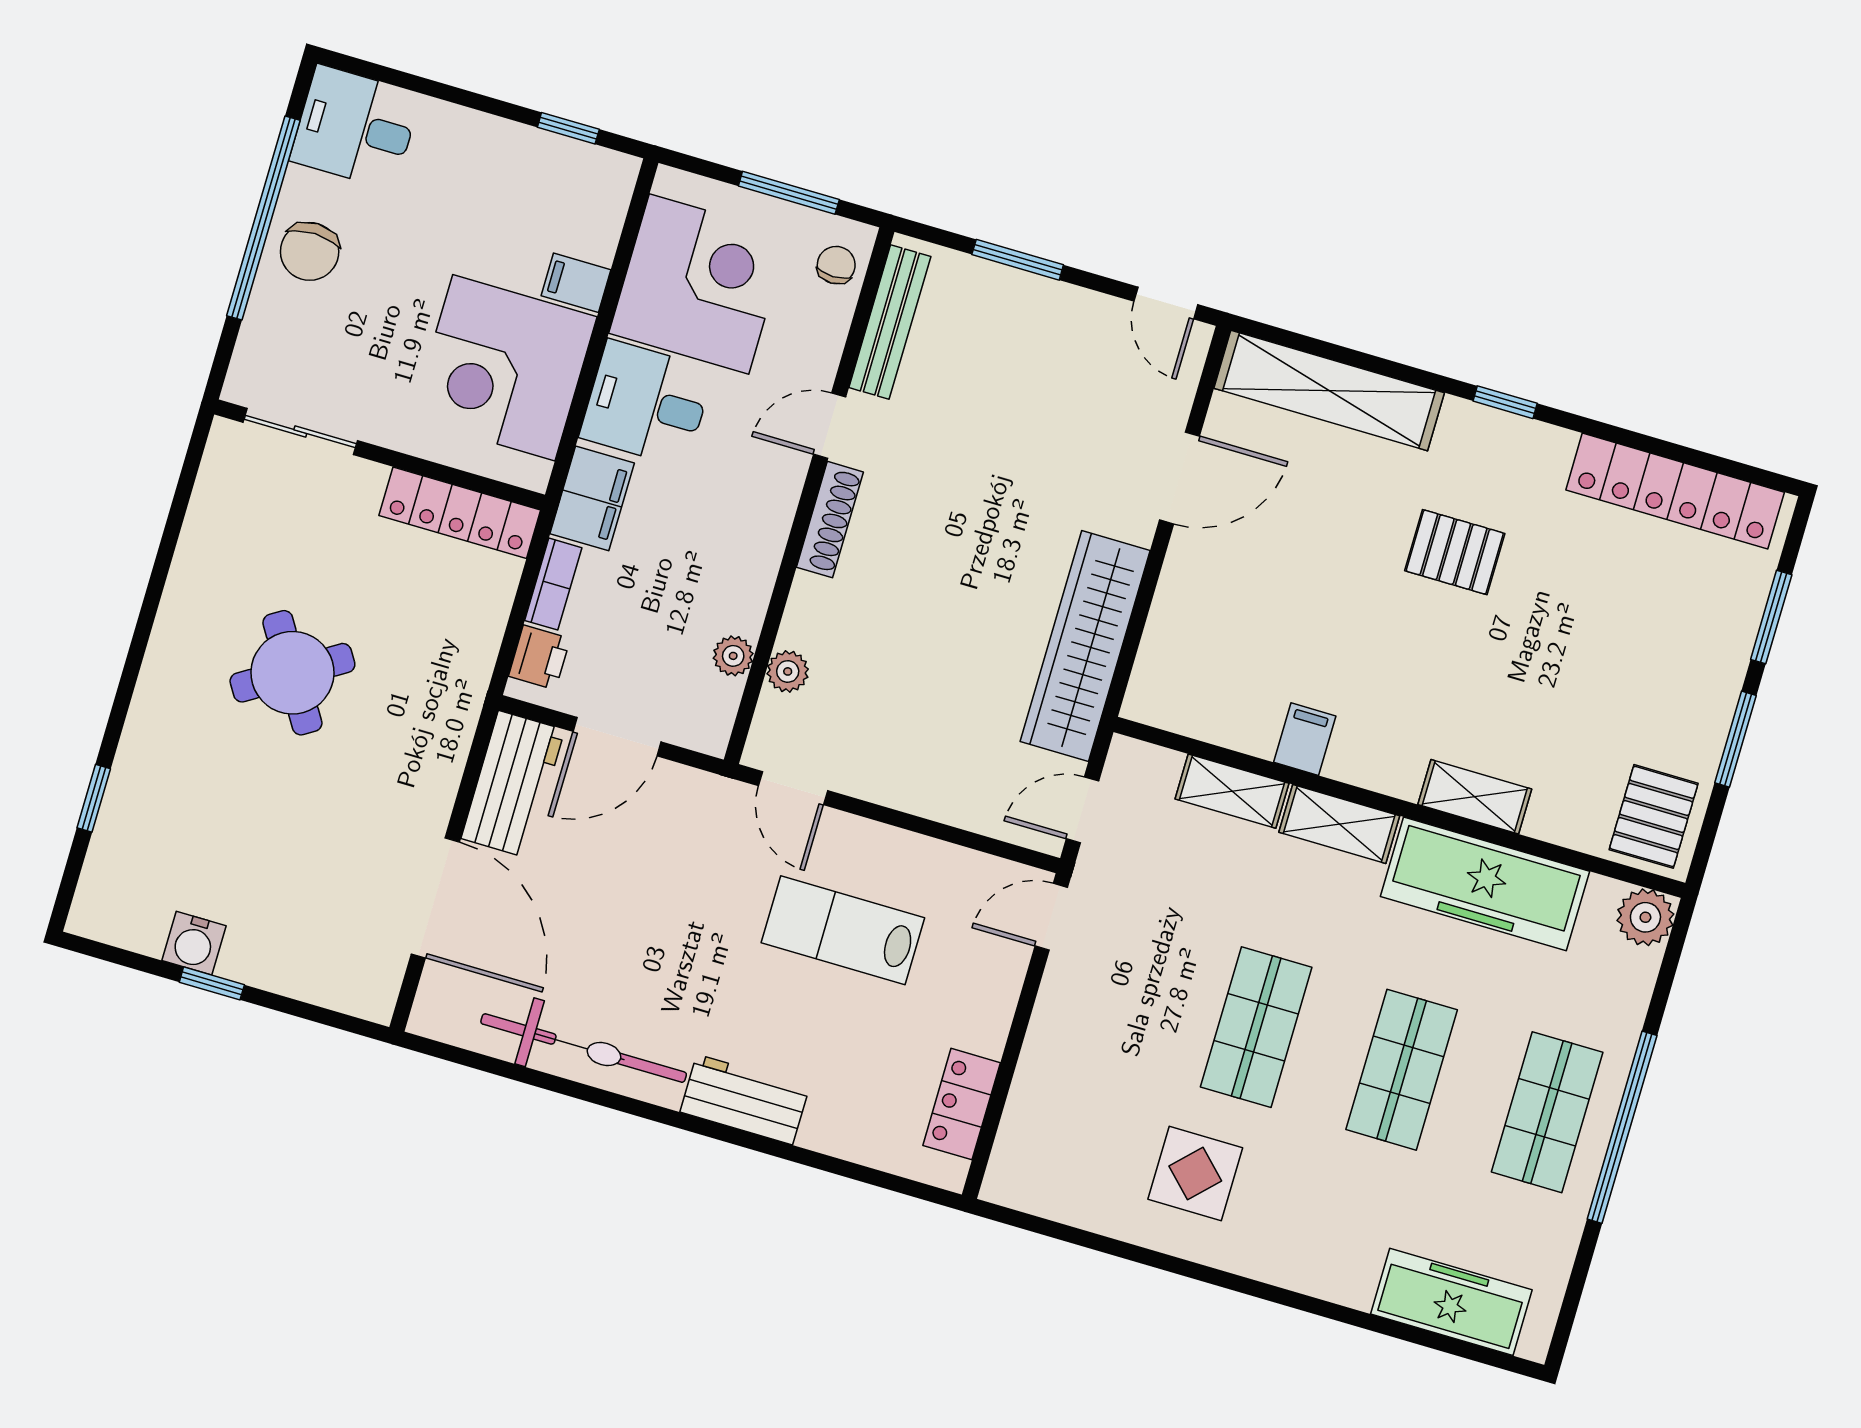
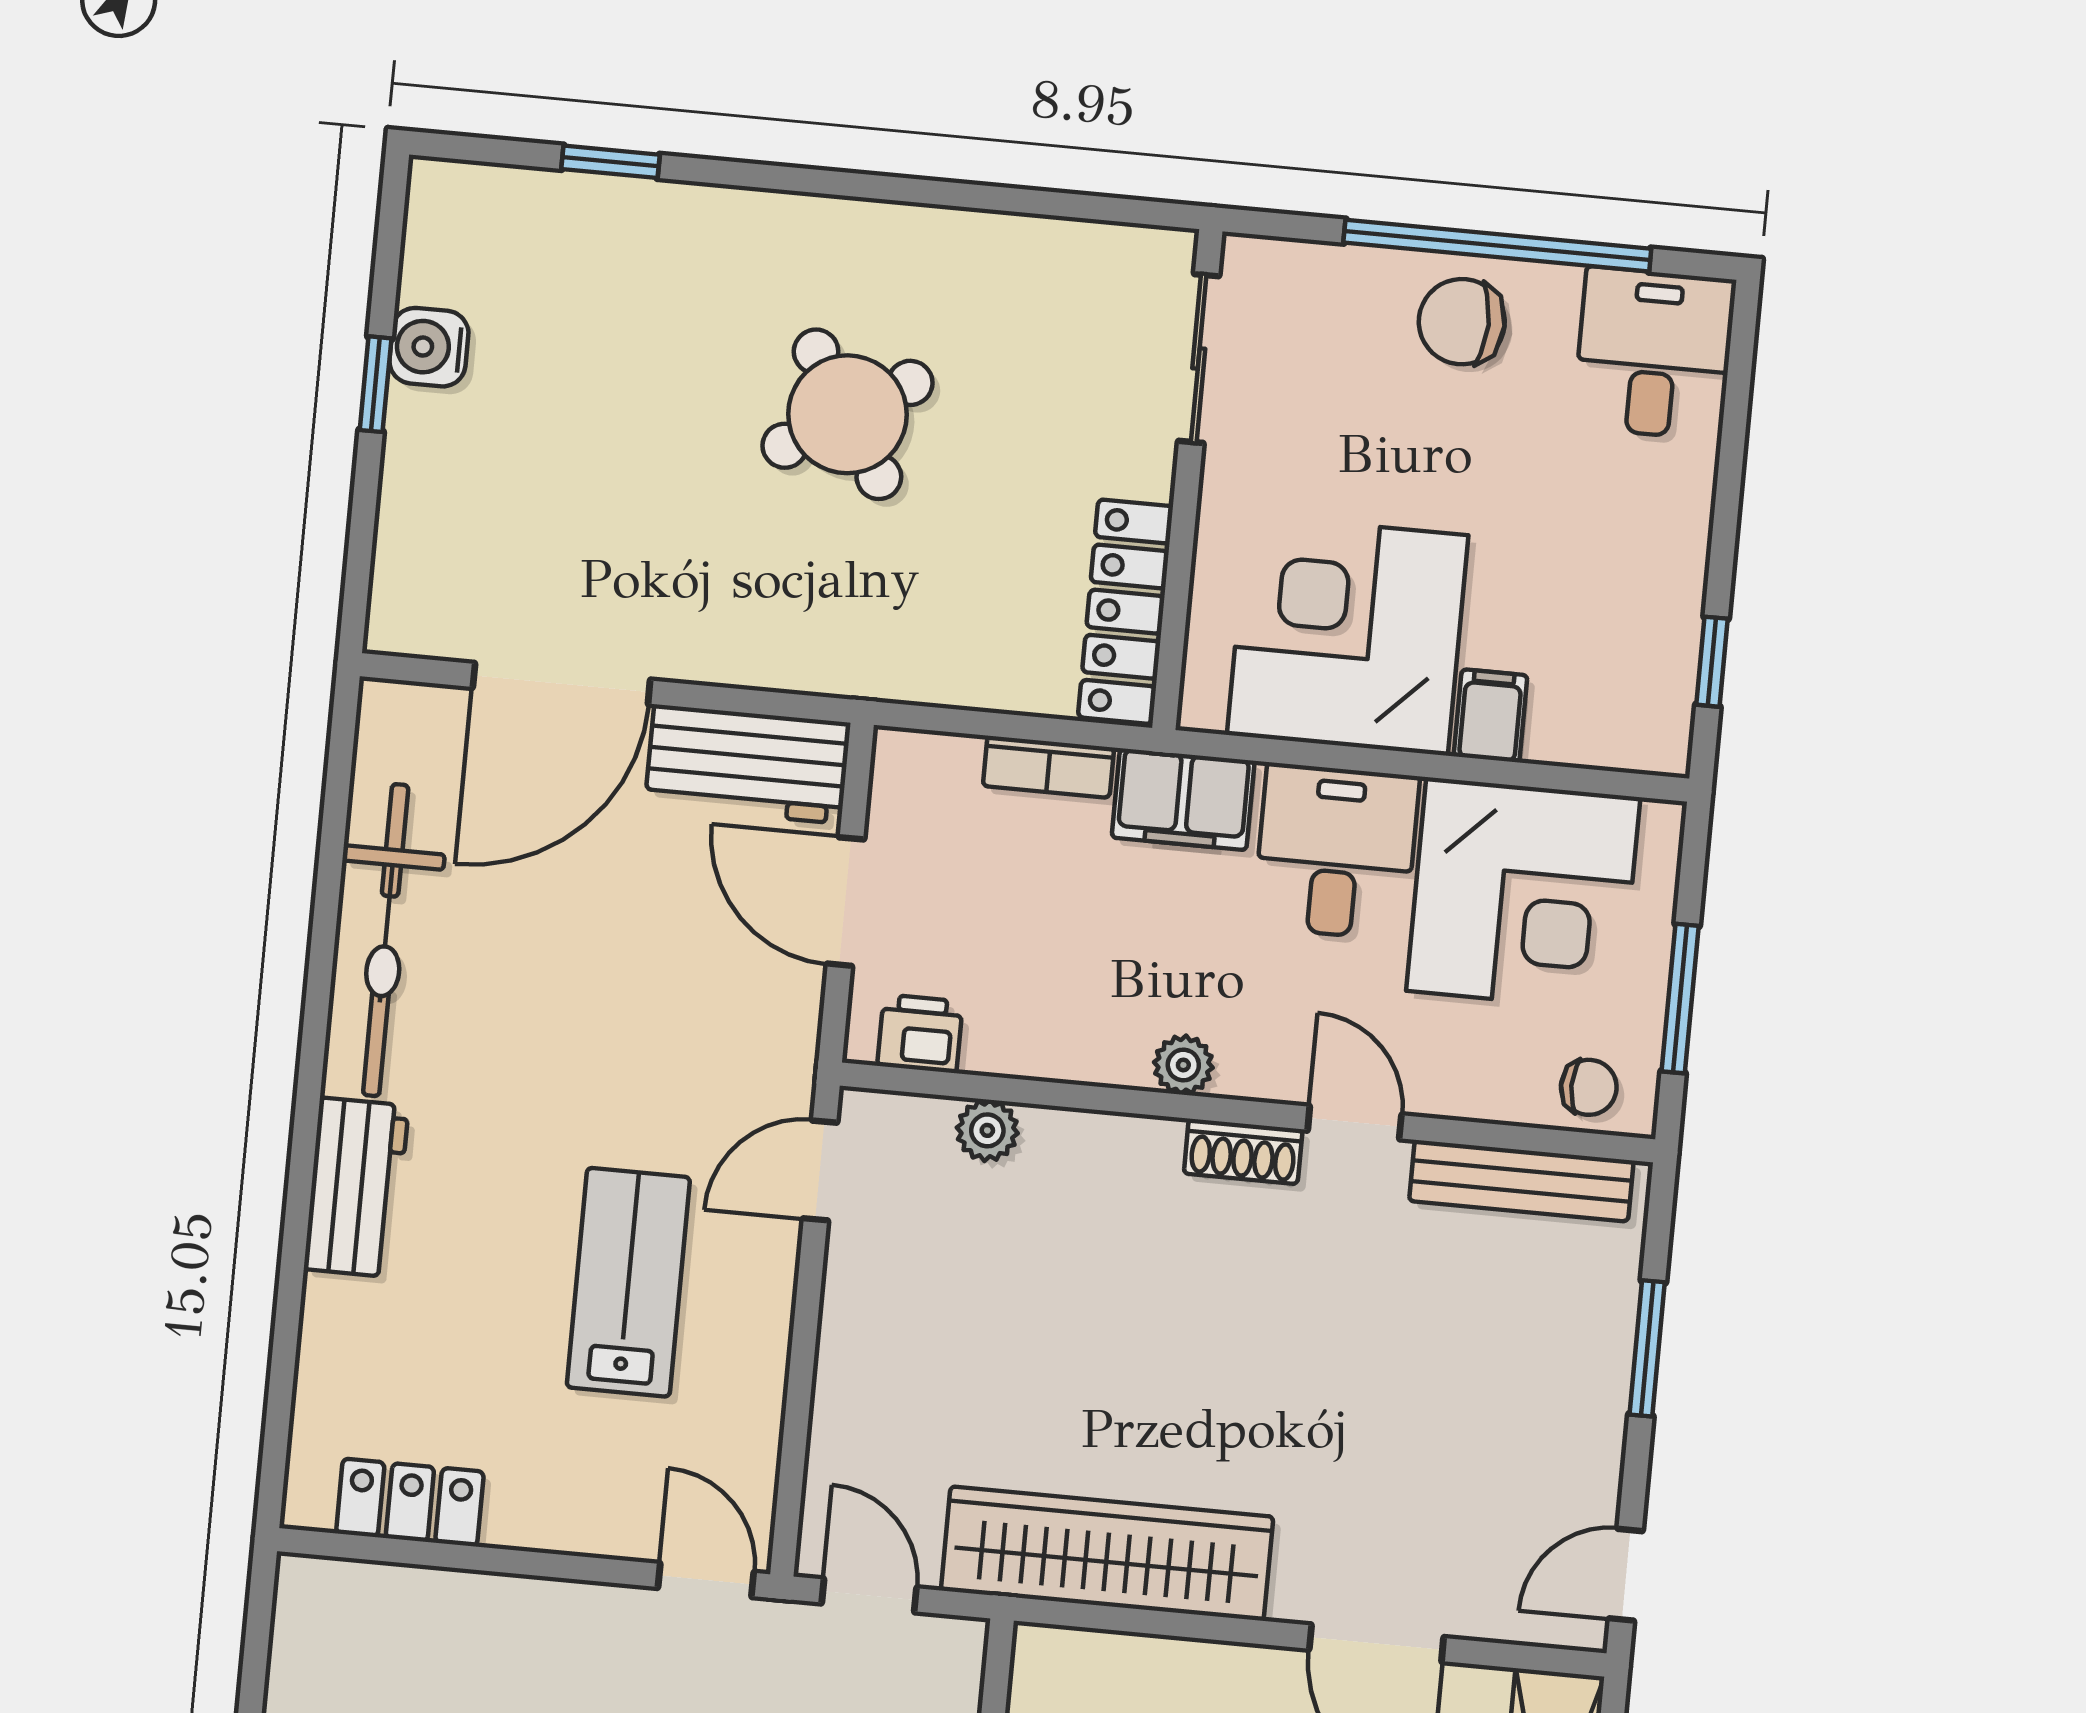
shoe rack: (830, 520) -> (1243, 1151), width x0.70
plant: (733, 656) -> (1183, 1065), moved
printer: (539, 657) -> (920, 1034), moved, turned 180

